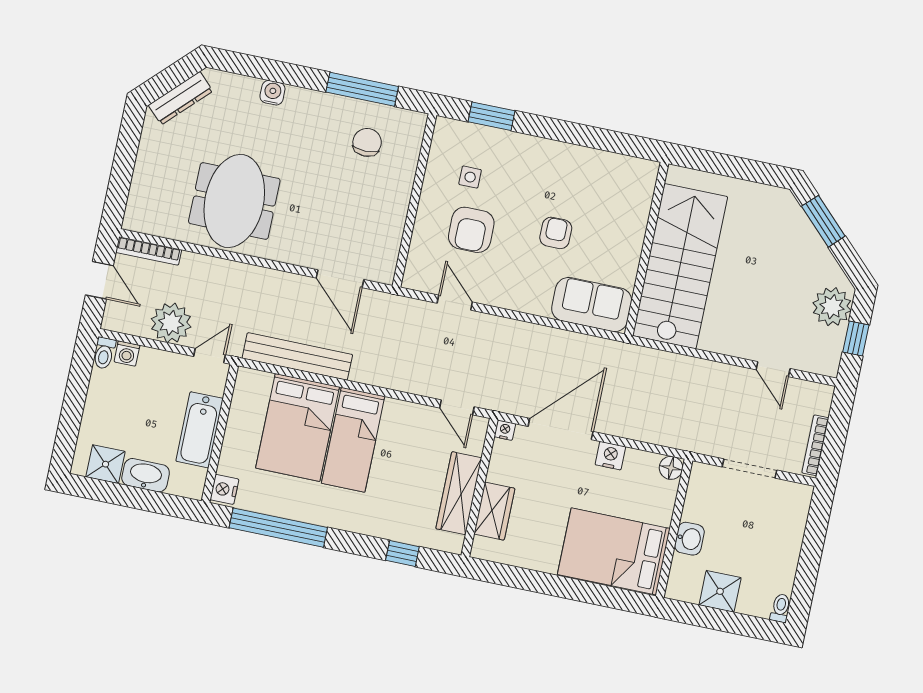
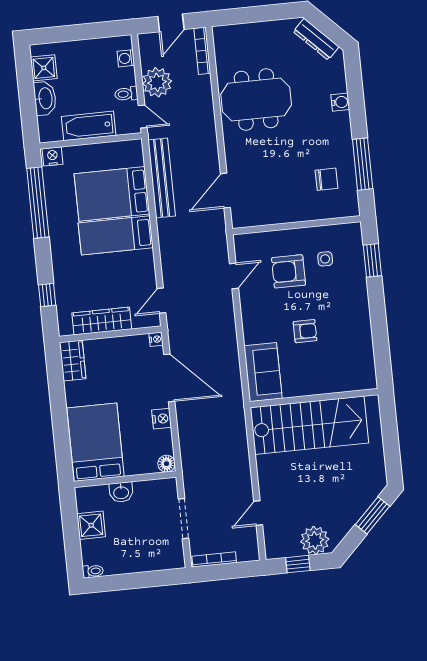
toilet: (104, 353) -> (126, 94), moved
wardrobe: (494, 511) -> (73, 361), moved, turned -90

